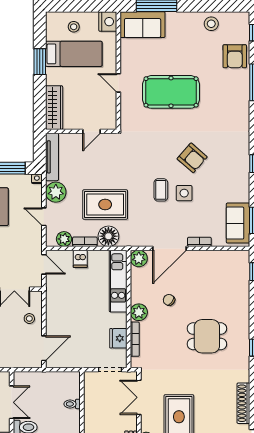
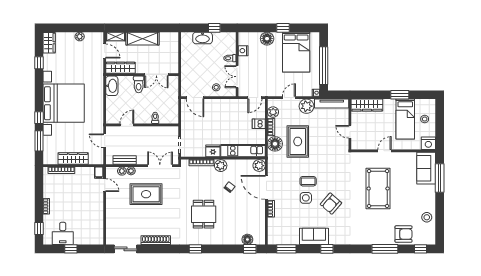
armchair: (235, 56) -> (404, 234), turned 180
sofa: (238, 223) -> (314, 236), moved
floor lamp: (242, 275) -> (247, 239), added
fridge: (118, 338) -> (213, 151), moved

